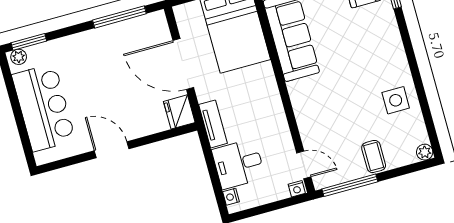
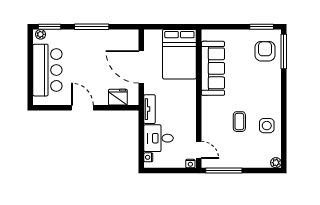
window: (119, 17) -> (92, 27), moved
fridge: (179, 112) -> (118, 97), moved, turned 90
coffee table: (374, 156) -> (239, 122), moved

